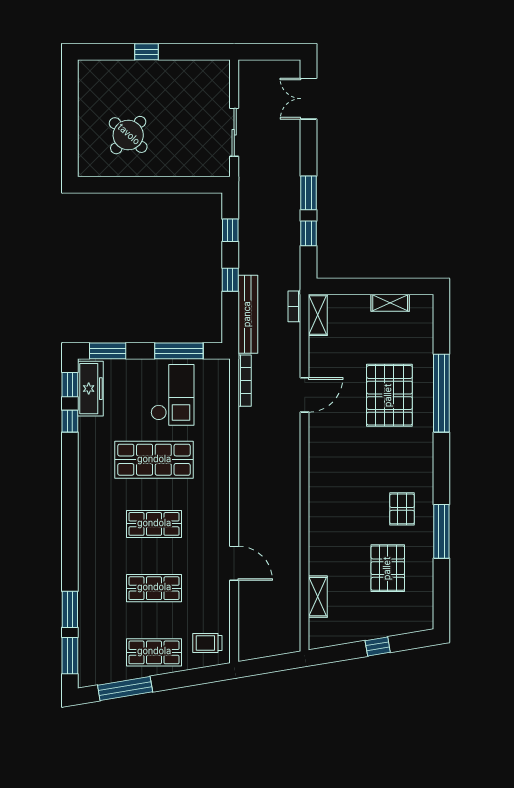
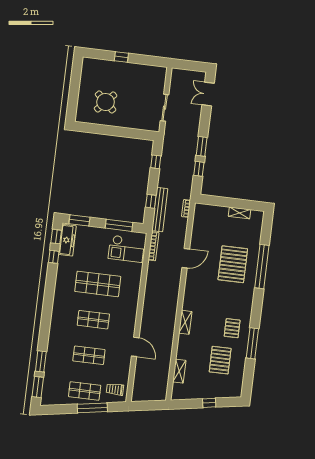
window: (230, 280) -> (151, 201), moved
shelving: (318, 315) -> (185, 322), moved
checkout: (172, 395) -> (126, 249), moved, turned 90
window: (125, 689) -> (92, 408), moved

